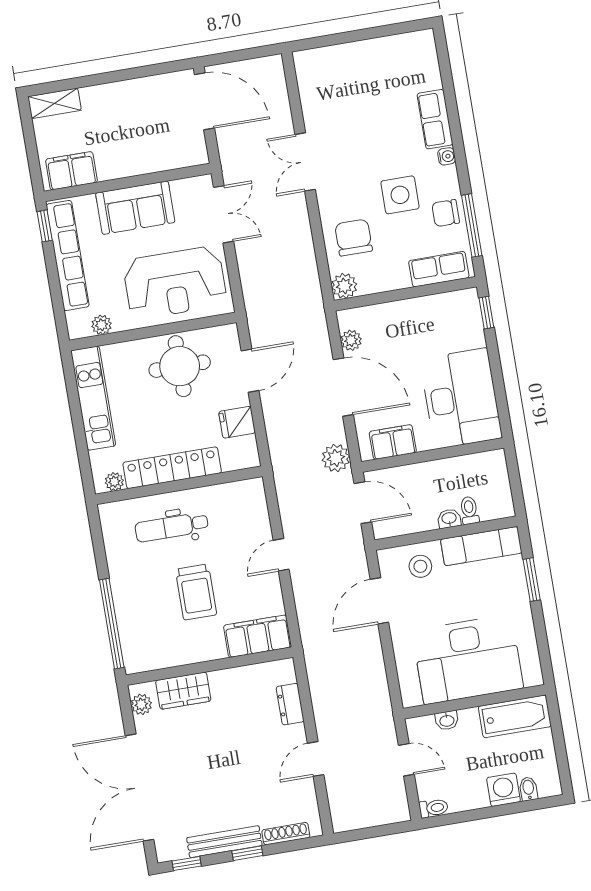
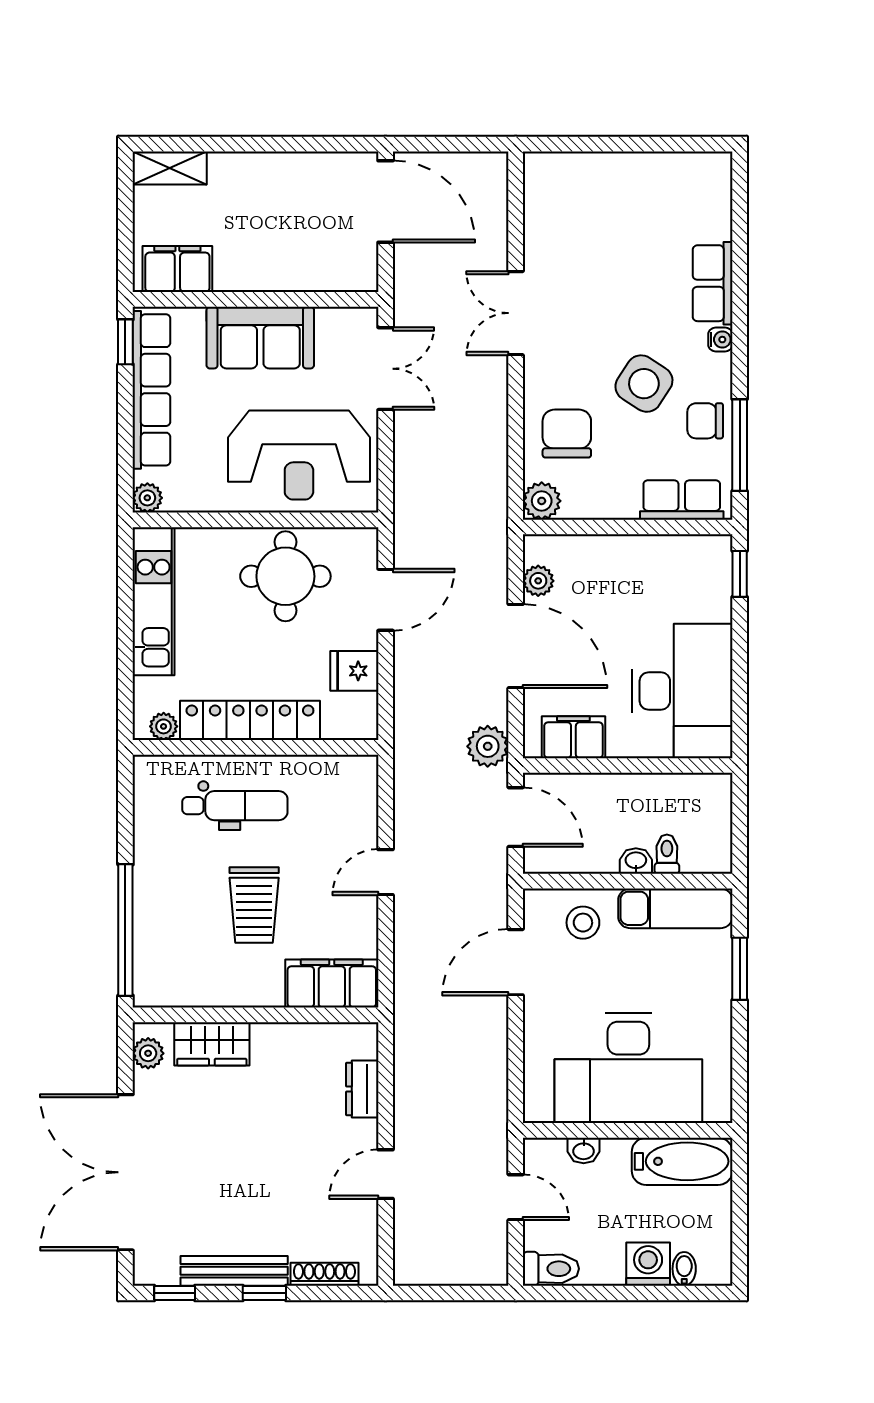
side table: (400, 195) -> (644, 384), turned 33
plant: (102, 325) -> (147, 498), moved
dental chair: (172, 527) -> (235, 806), turned 180
toilet: (434, 808) -> (551, 1269), width x1.37, depth x1.39

